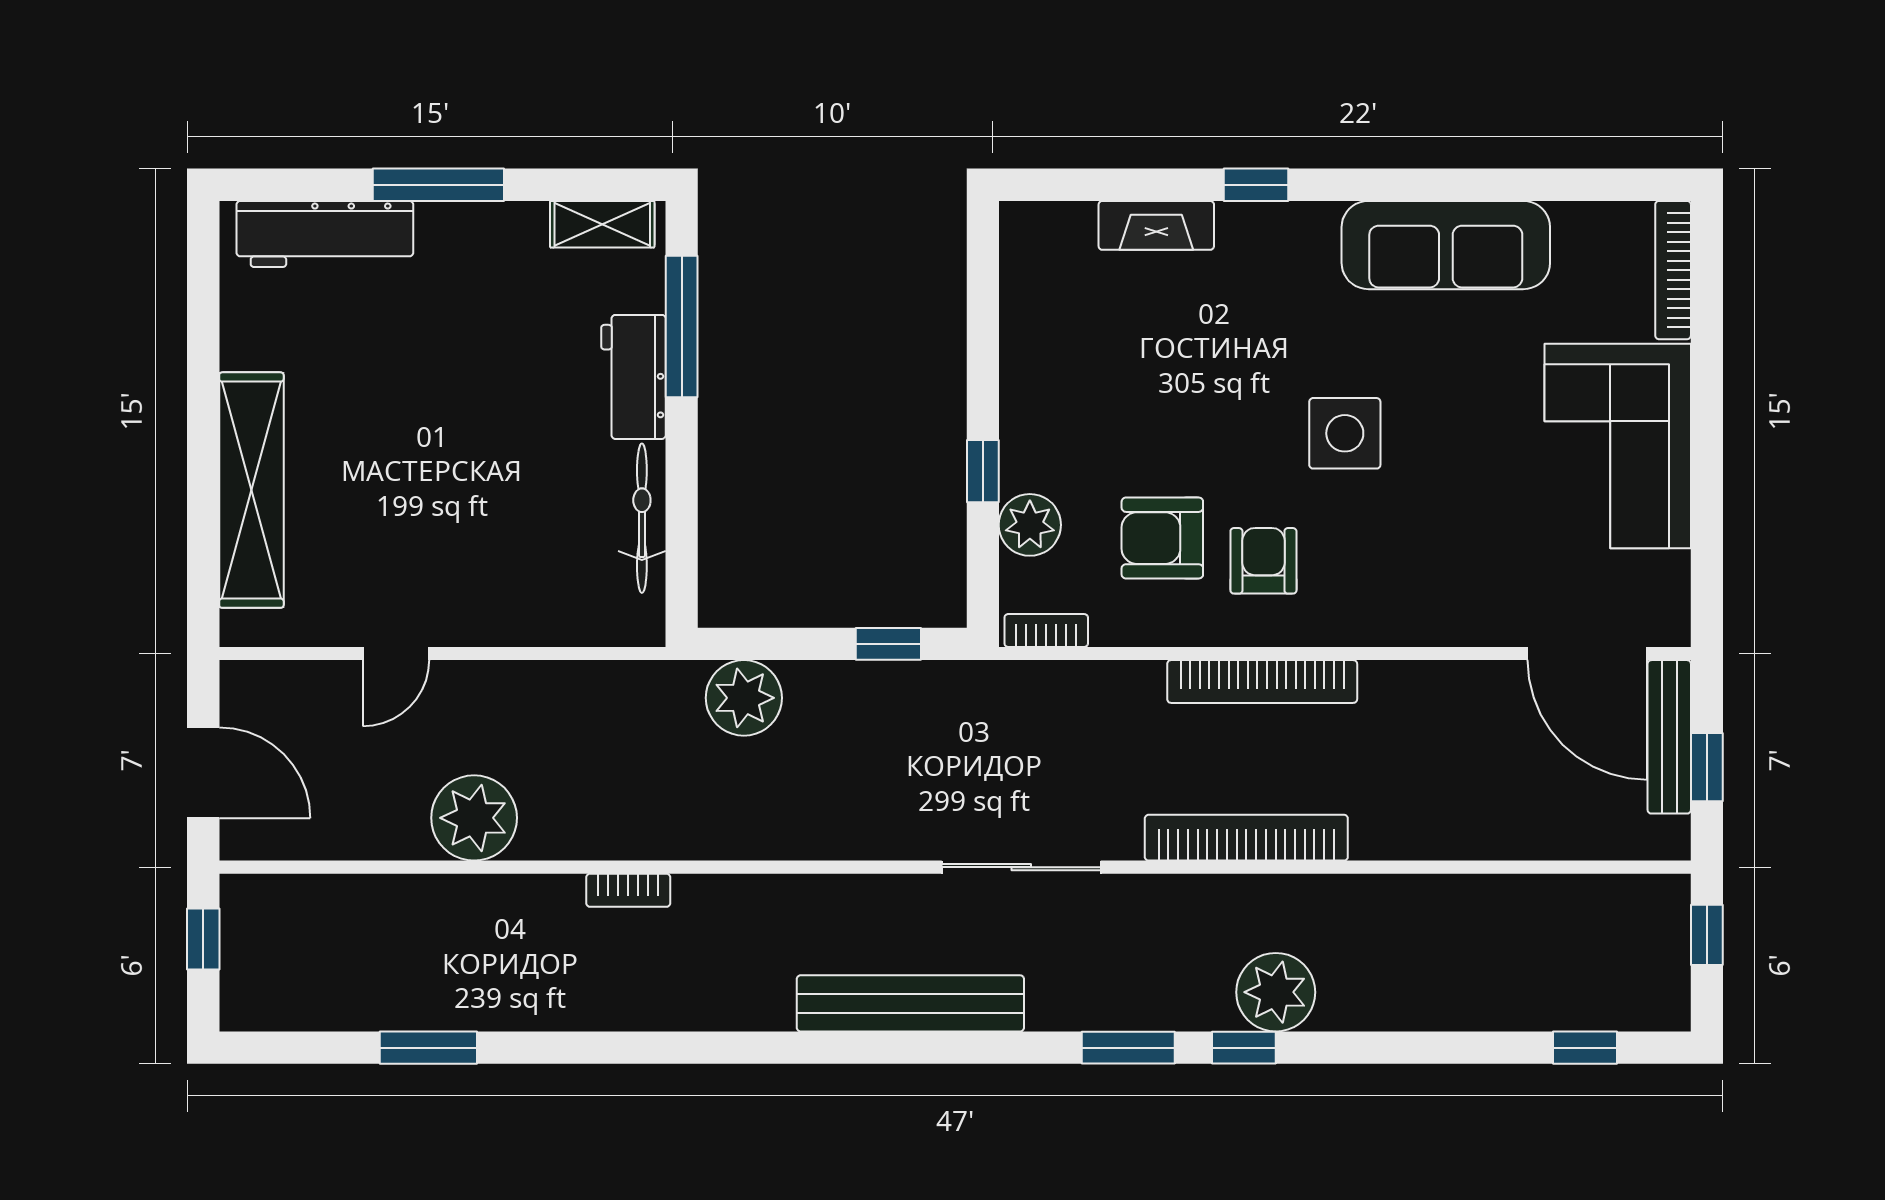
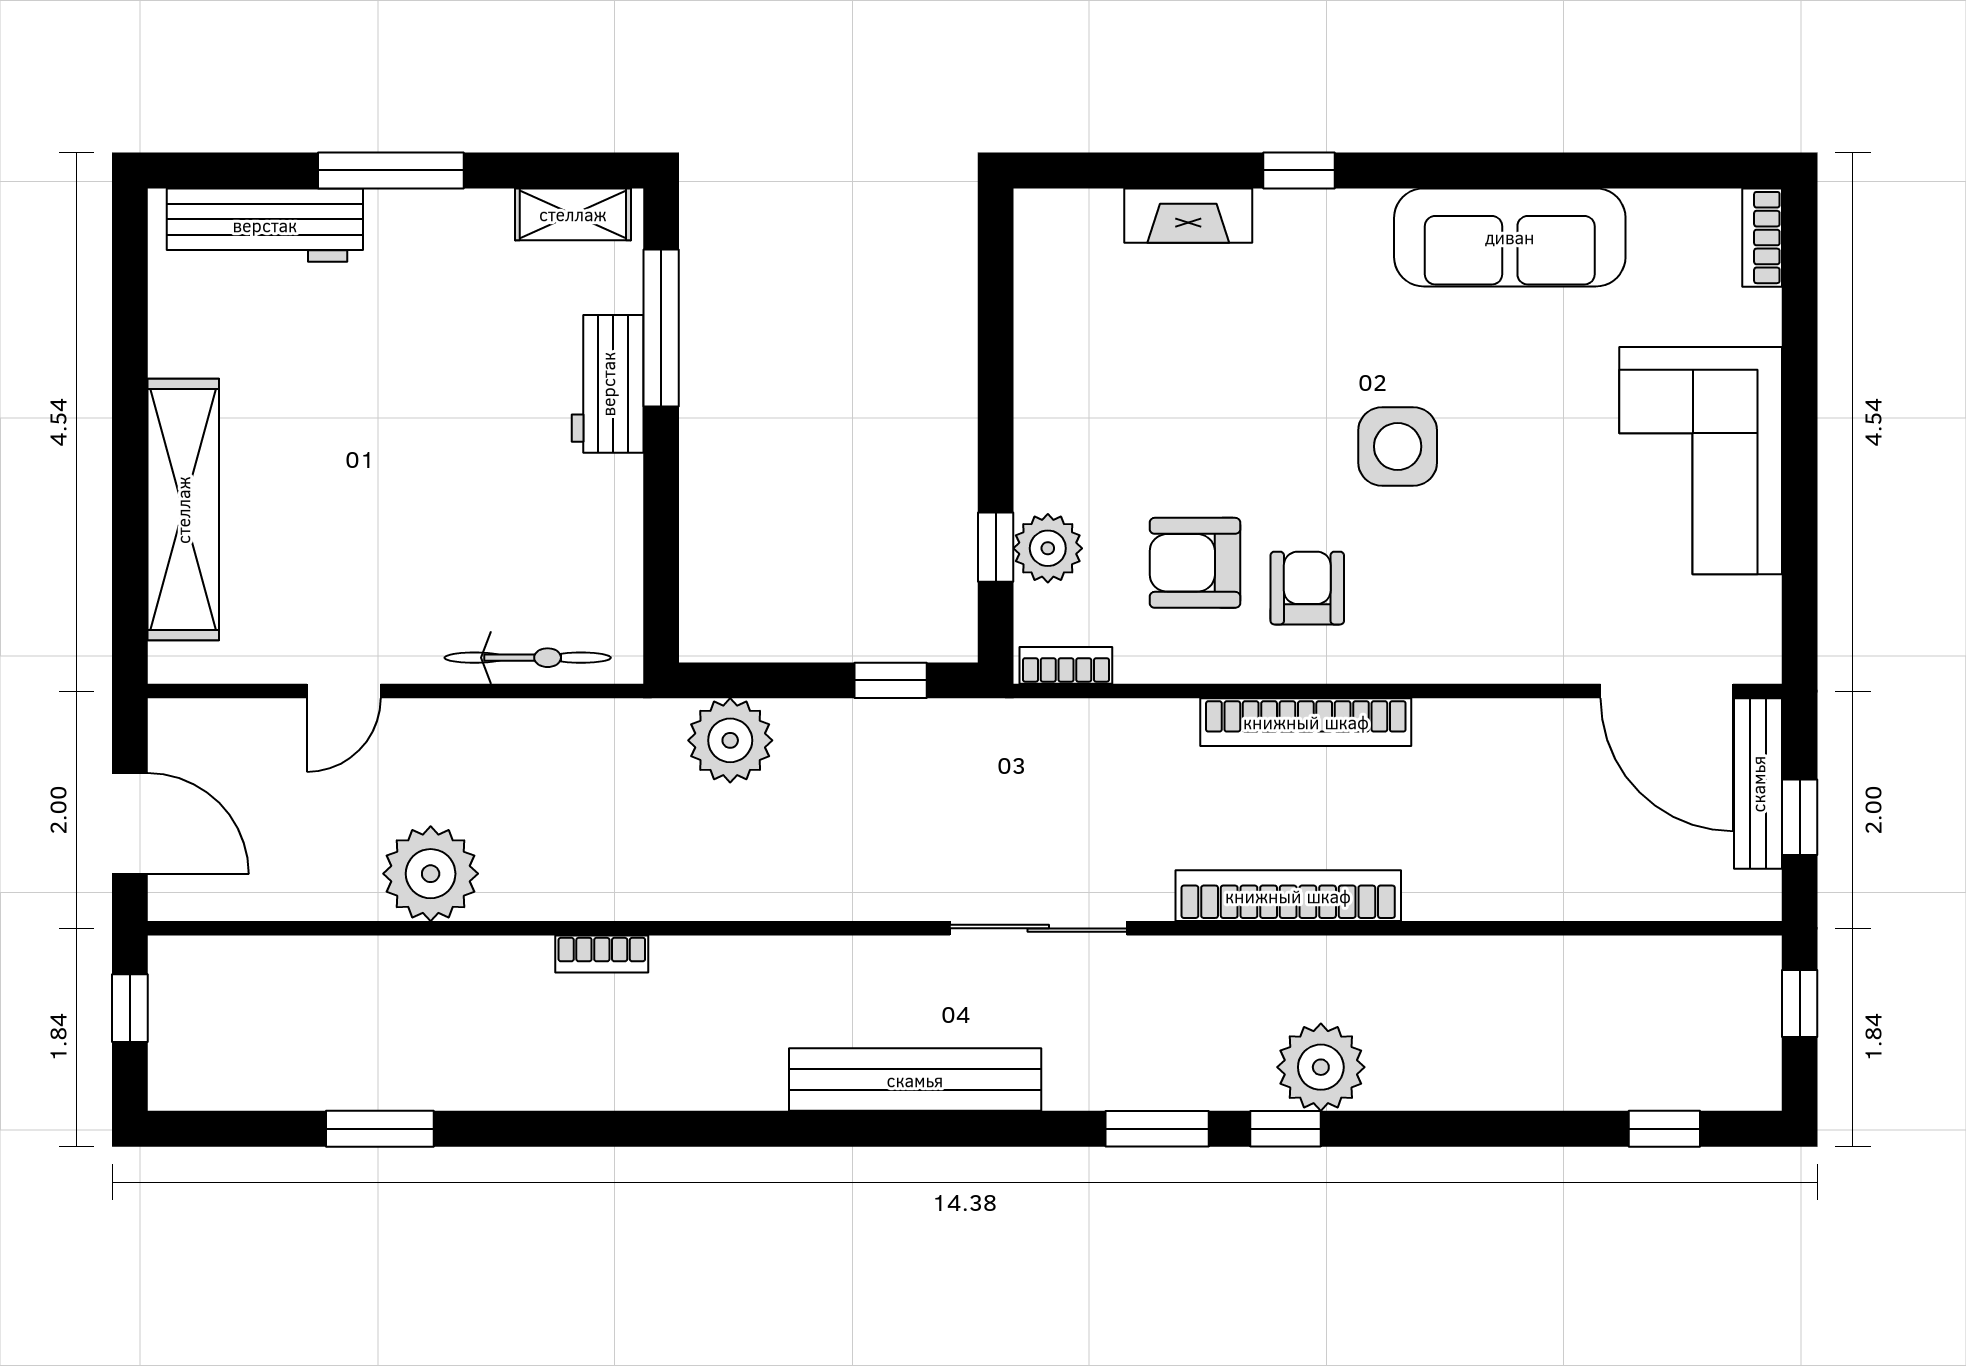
bookcase: (1673, 270) -> (1762, 238), width x0.64
window: (983, 471) -> (996, 547), moved
bicycle: (642, 518) -> (528, 658), moved, turned 90

